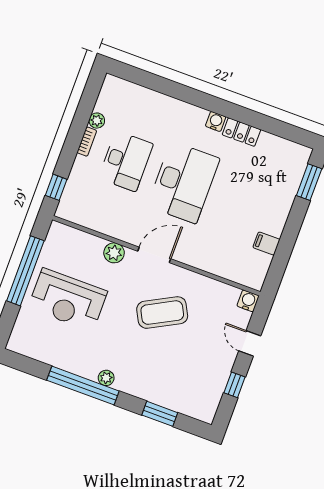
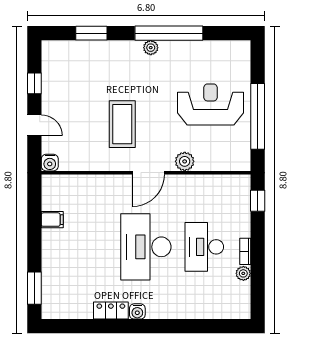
coffee table: (162, 313) -> (122, 124), turned -62

